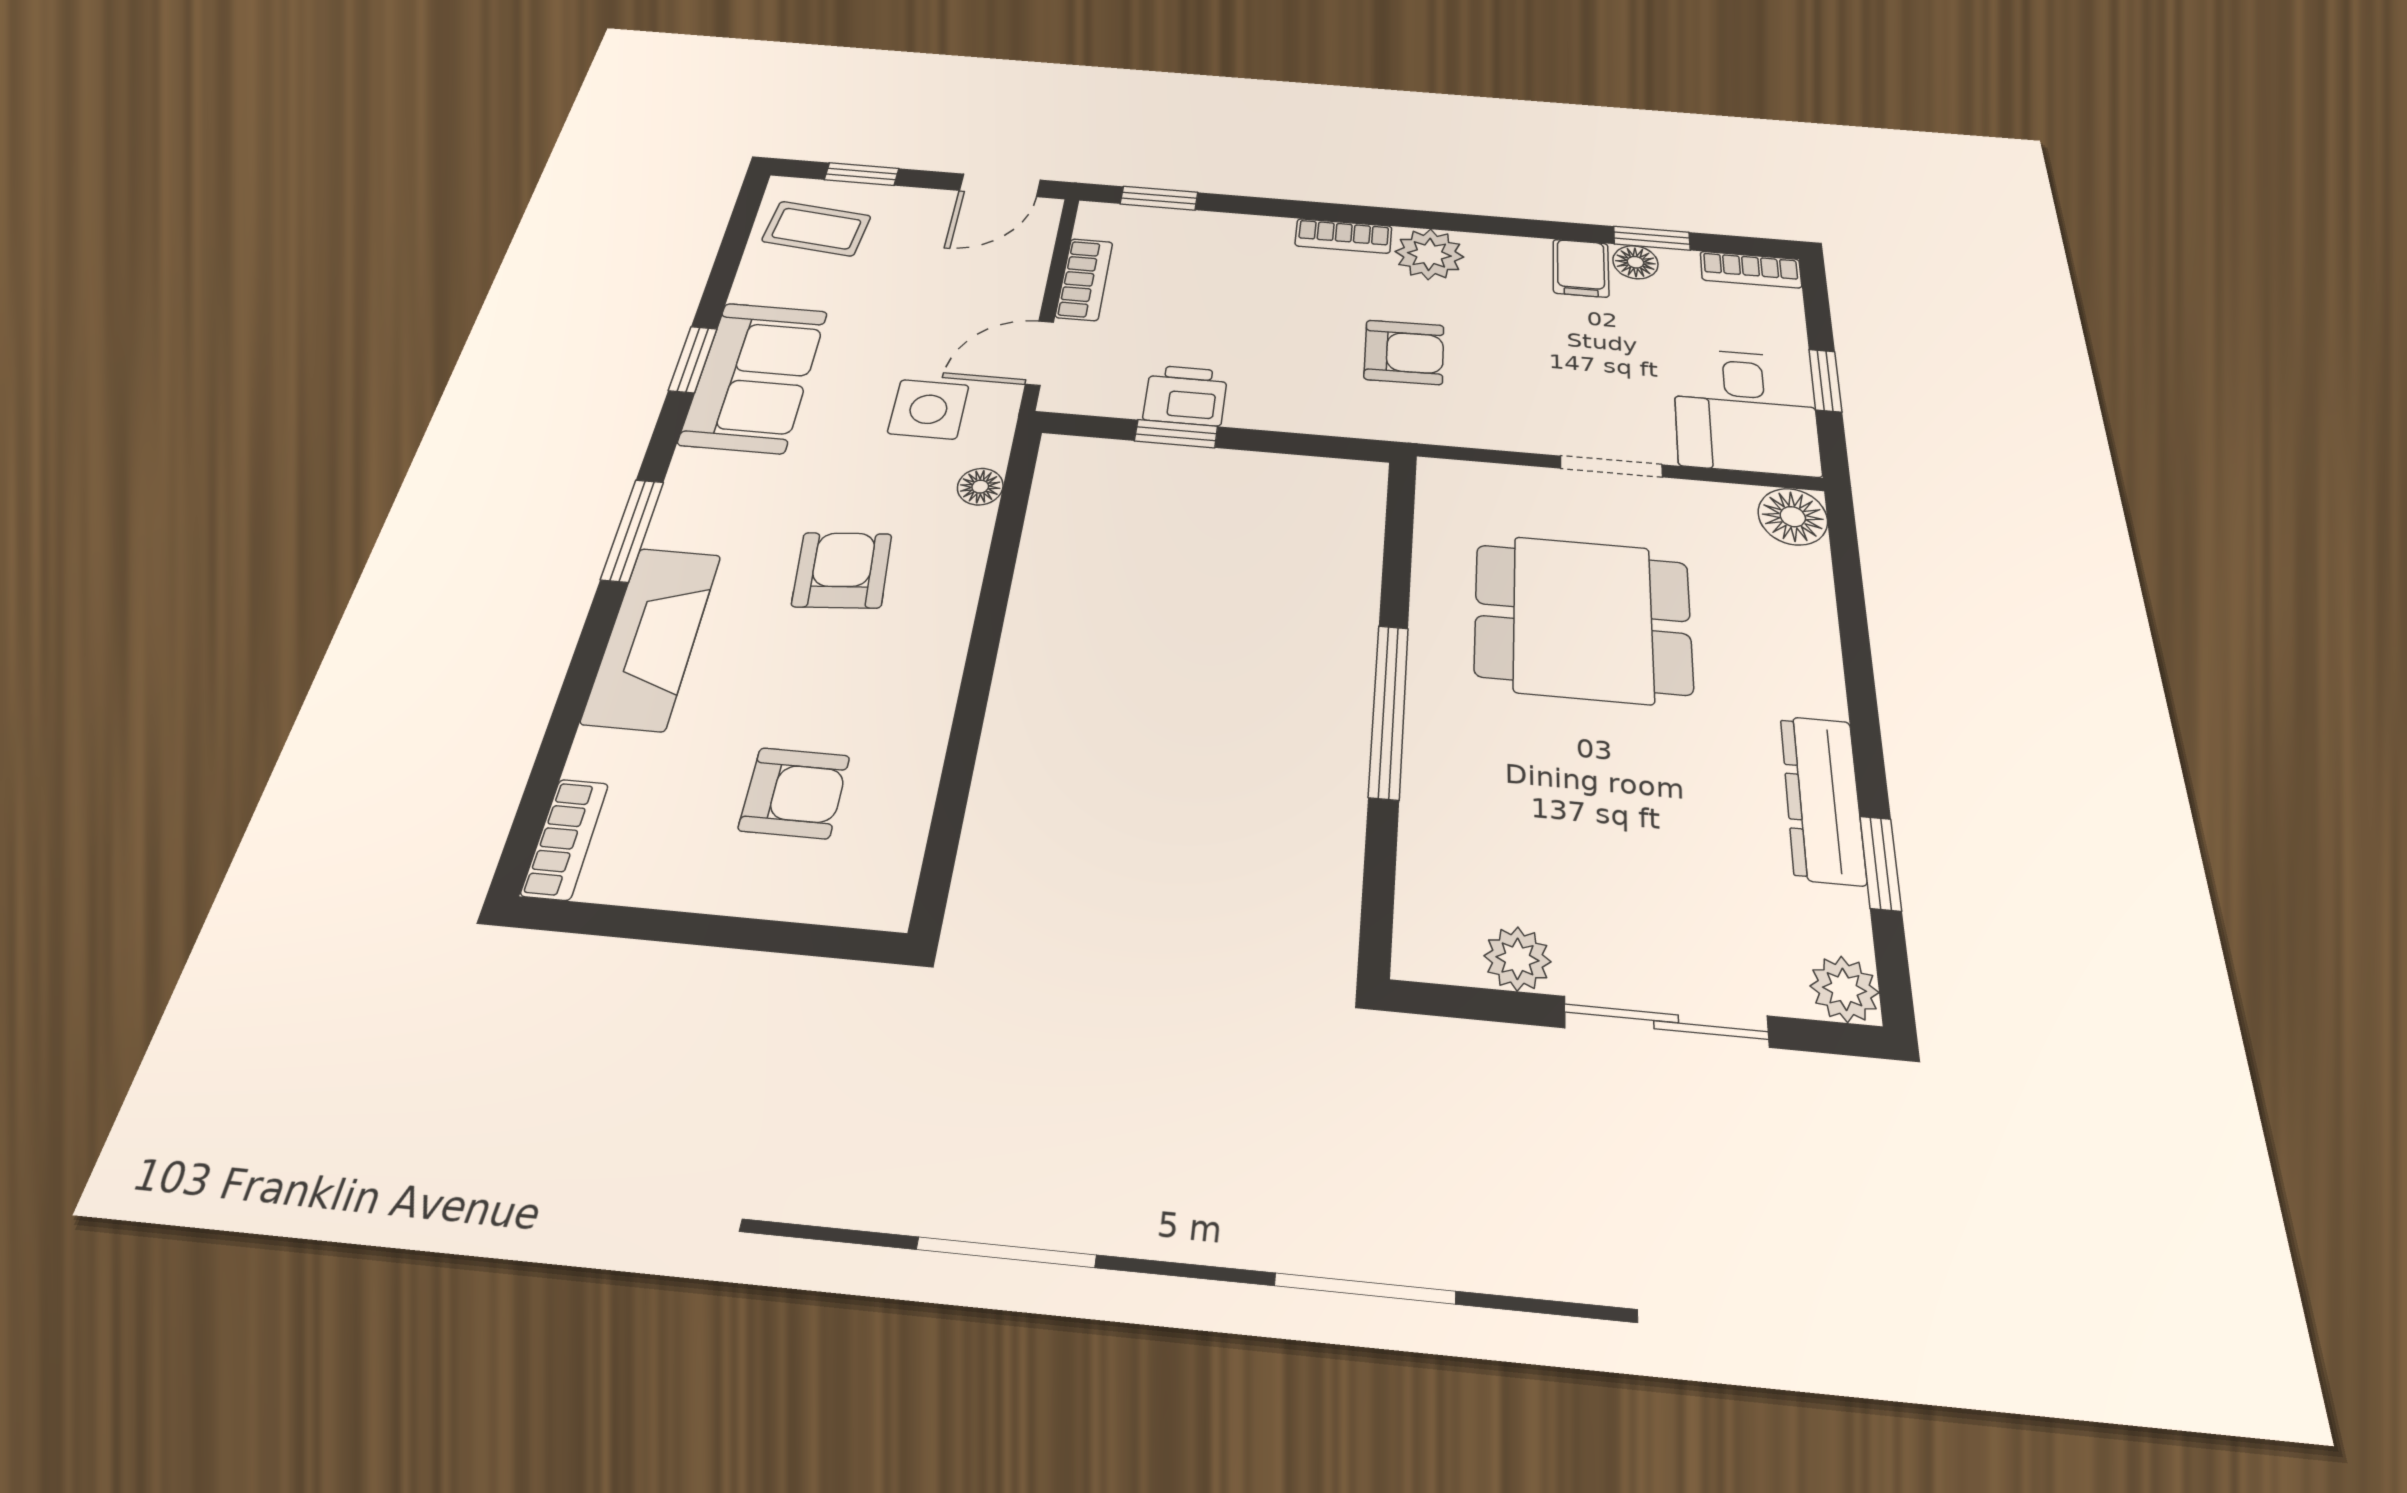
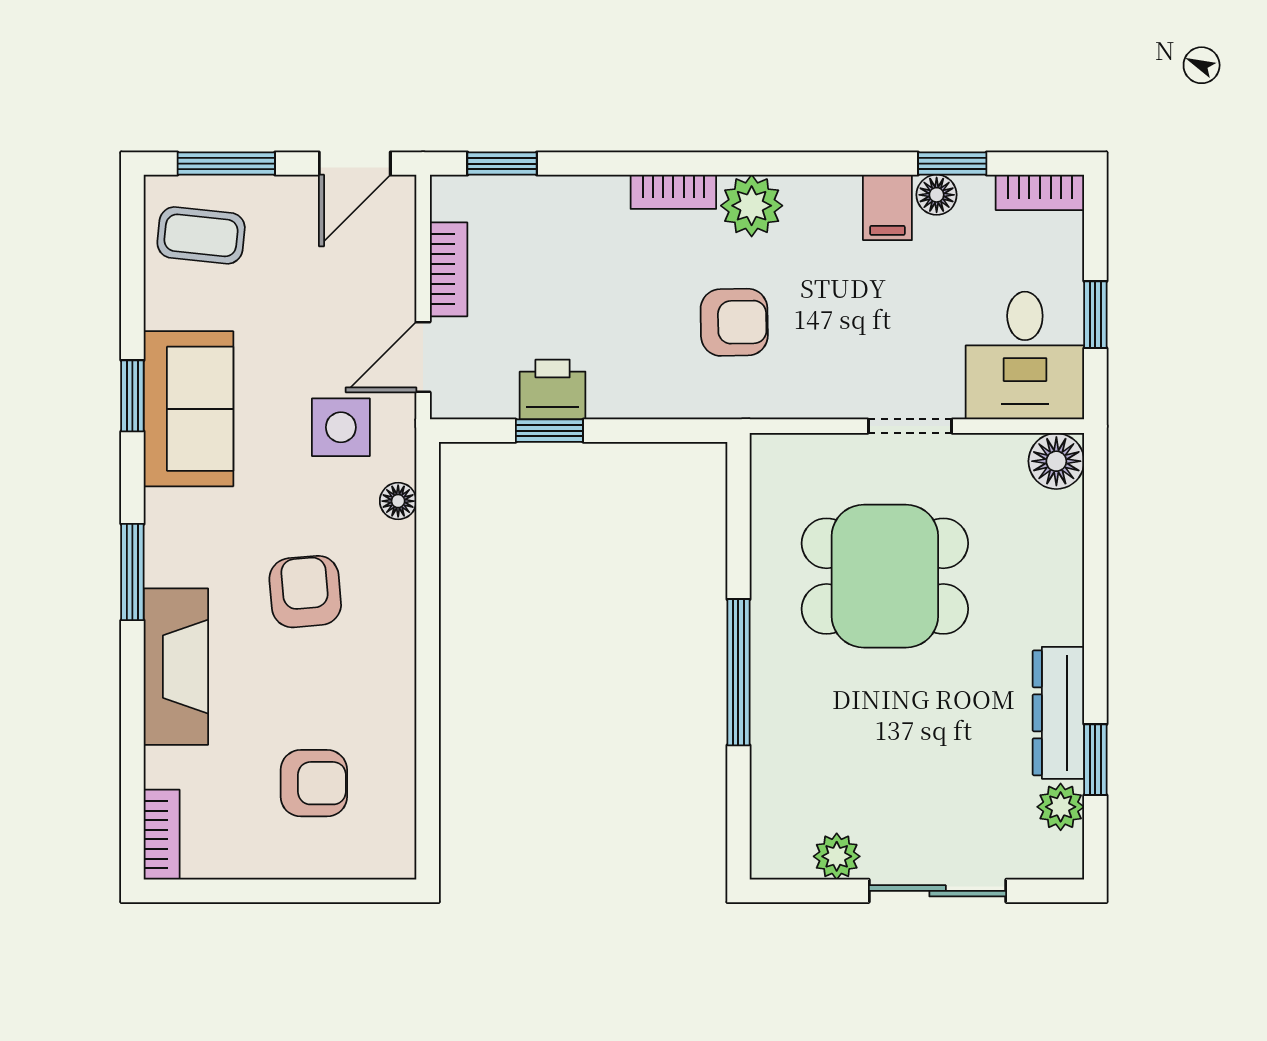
window: (862, 174) -> (226, 164), width x1.50
plant: (1844, 989) -> (1061, 807), moved

